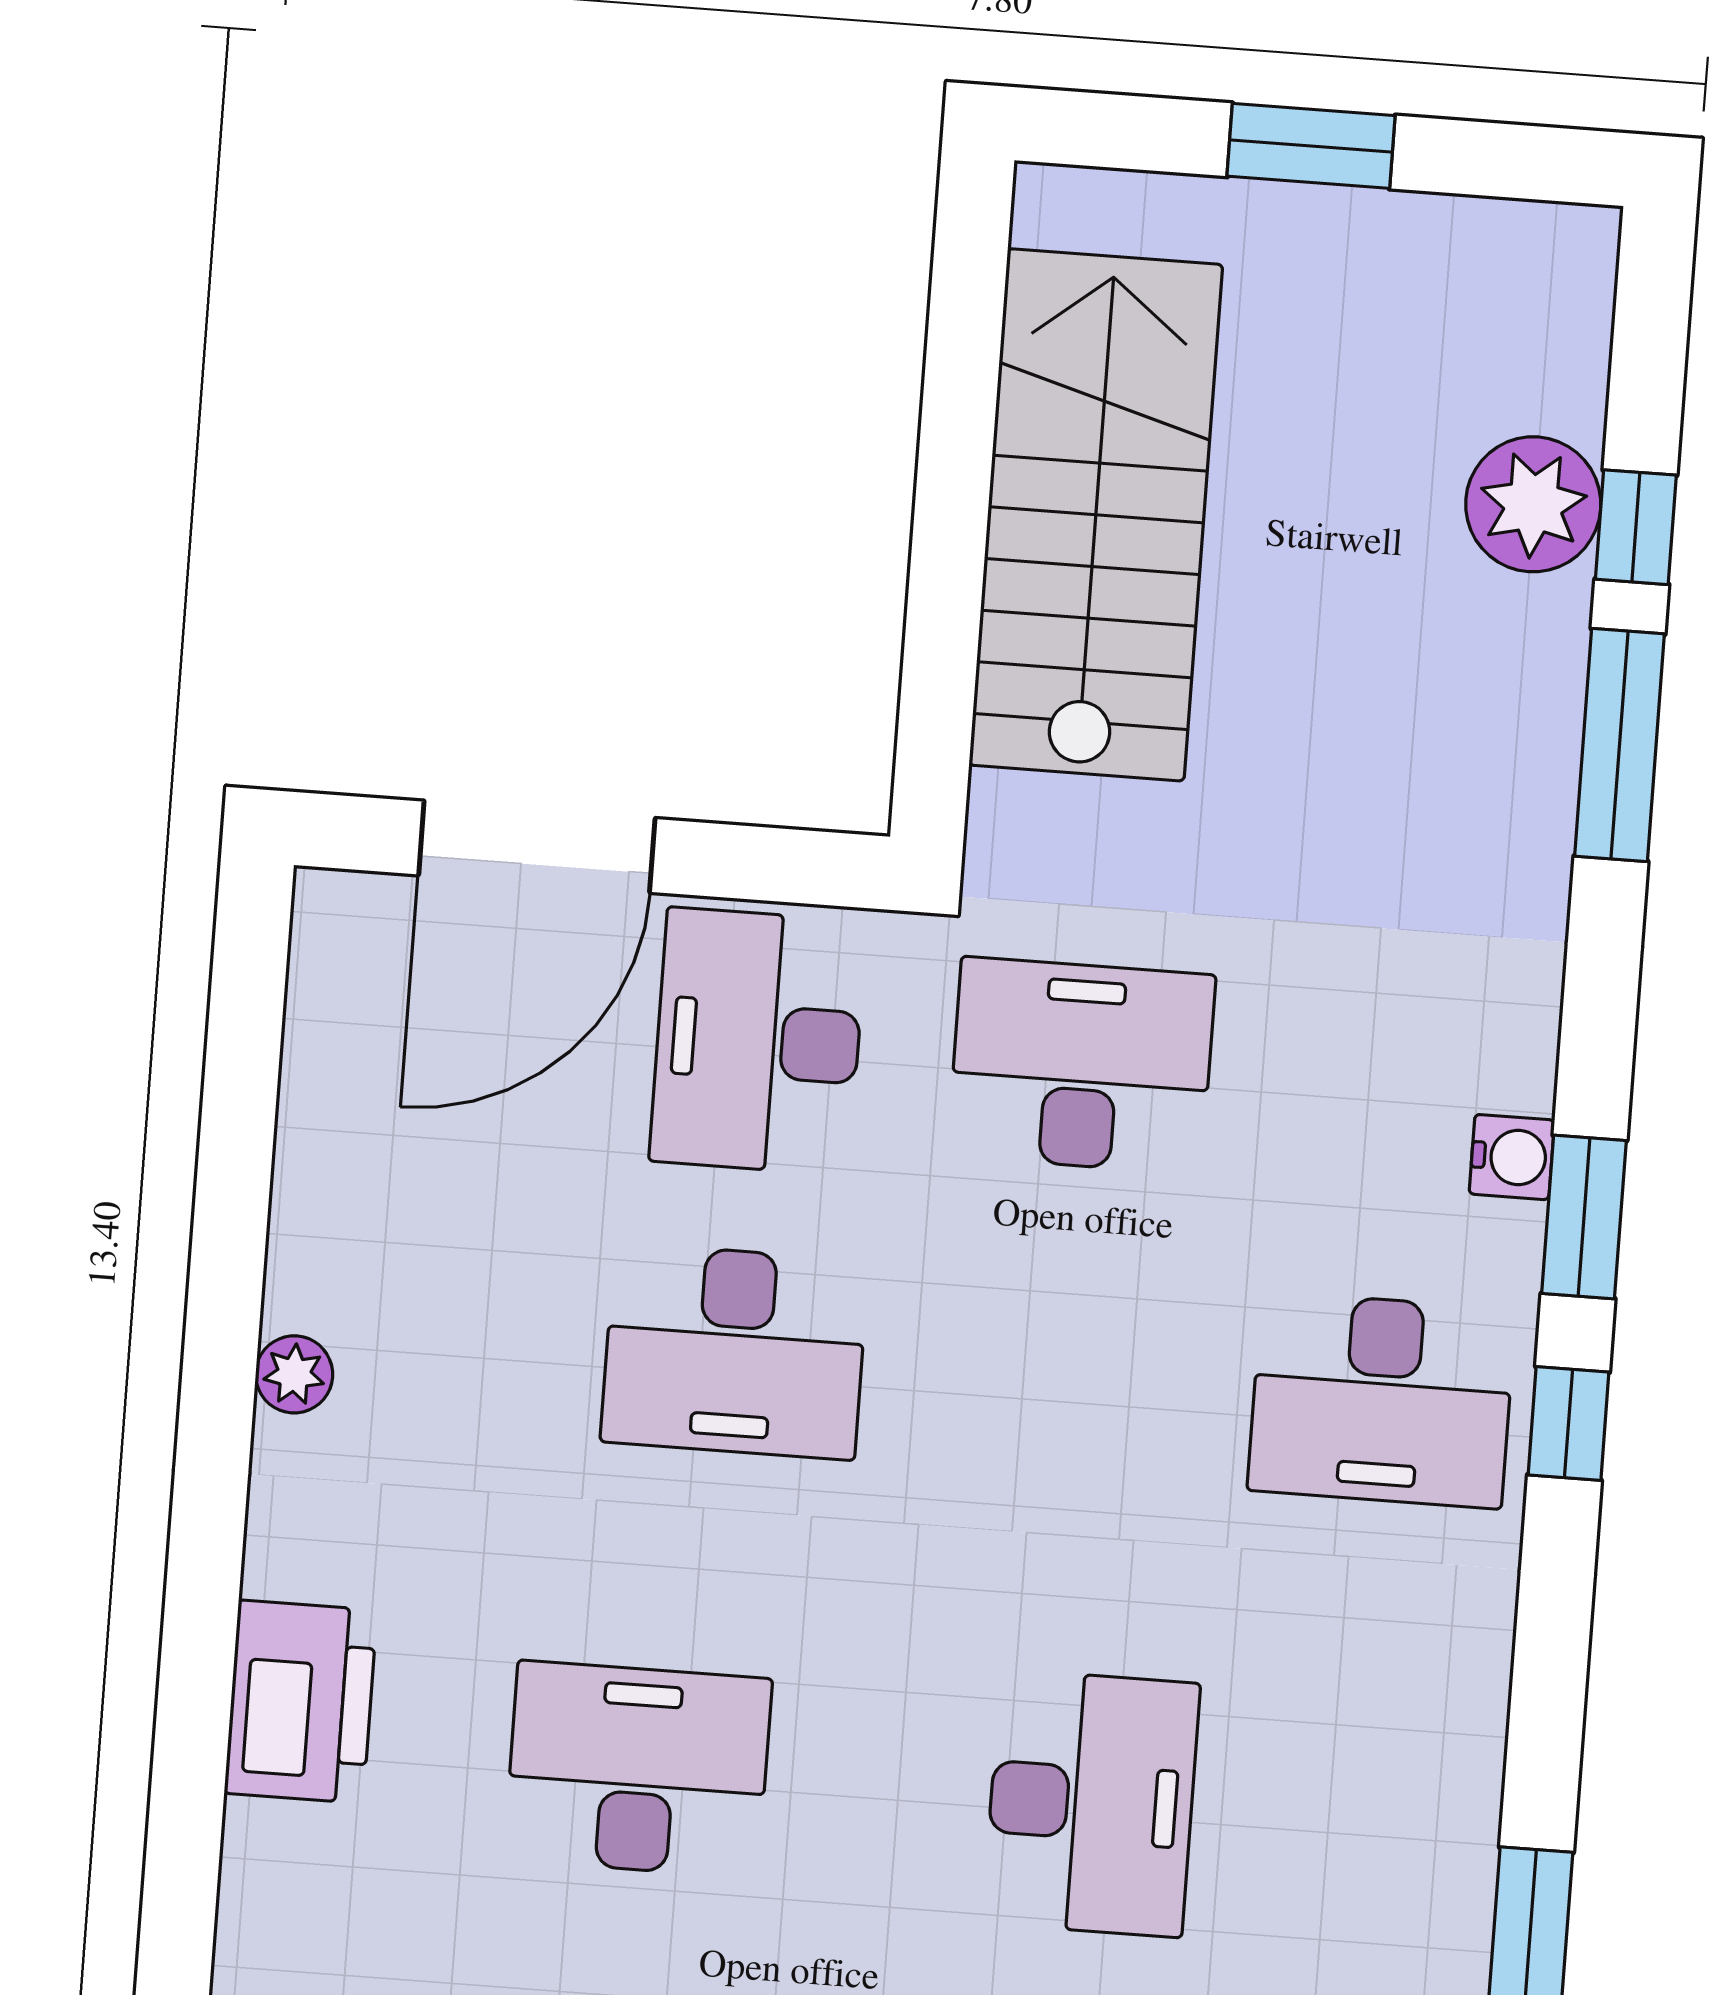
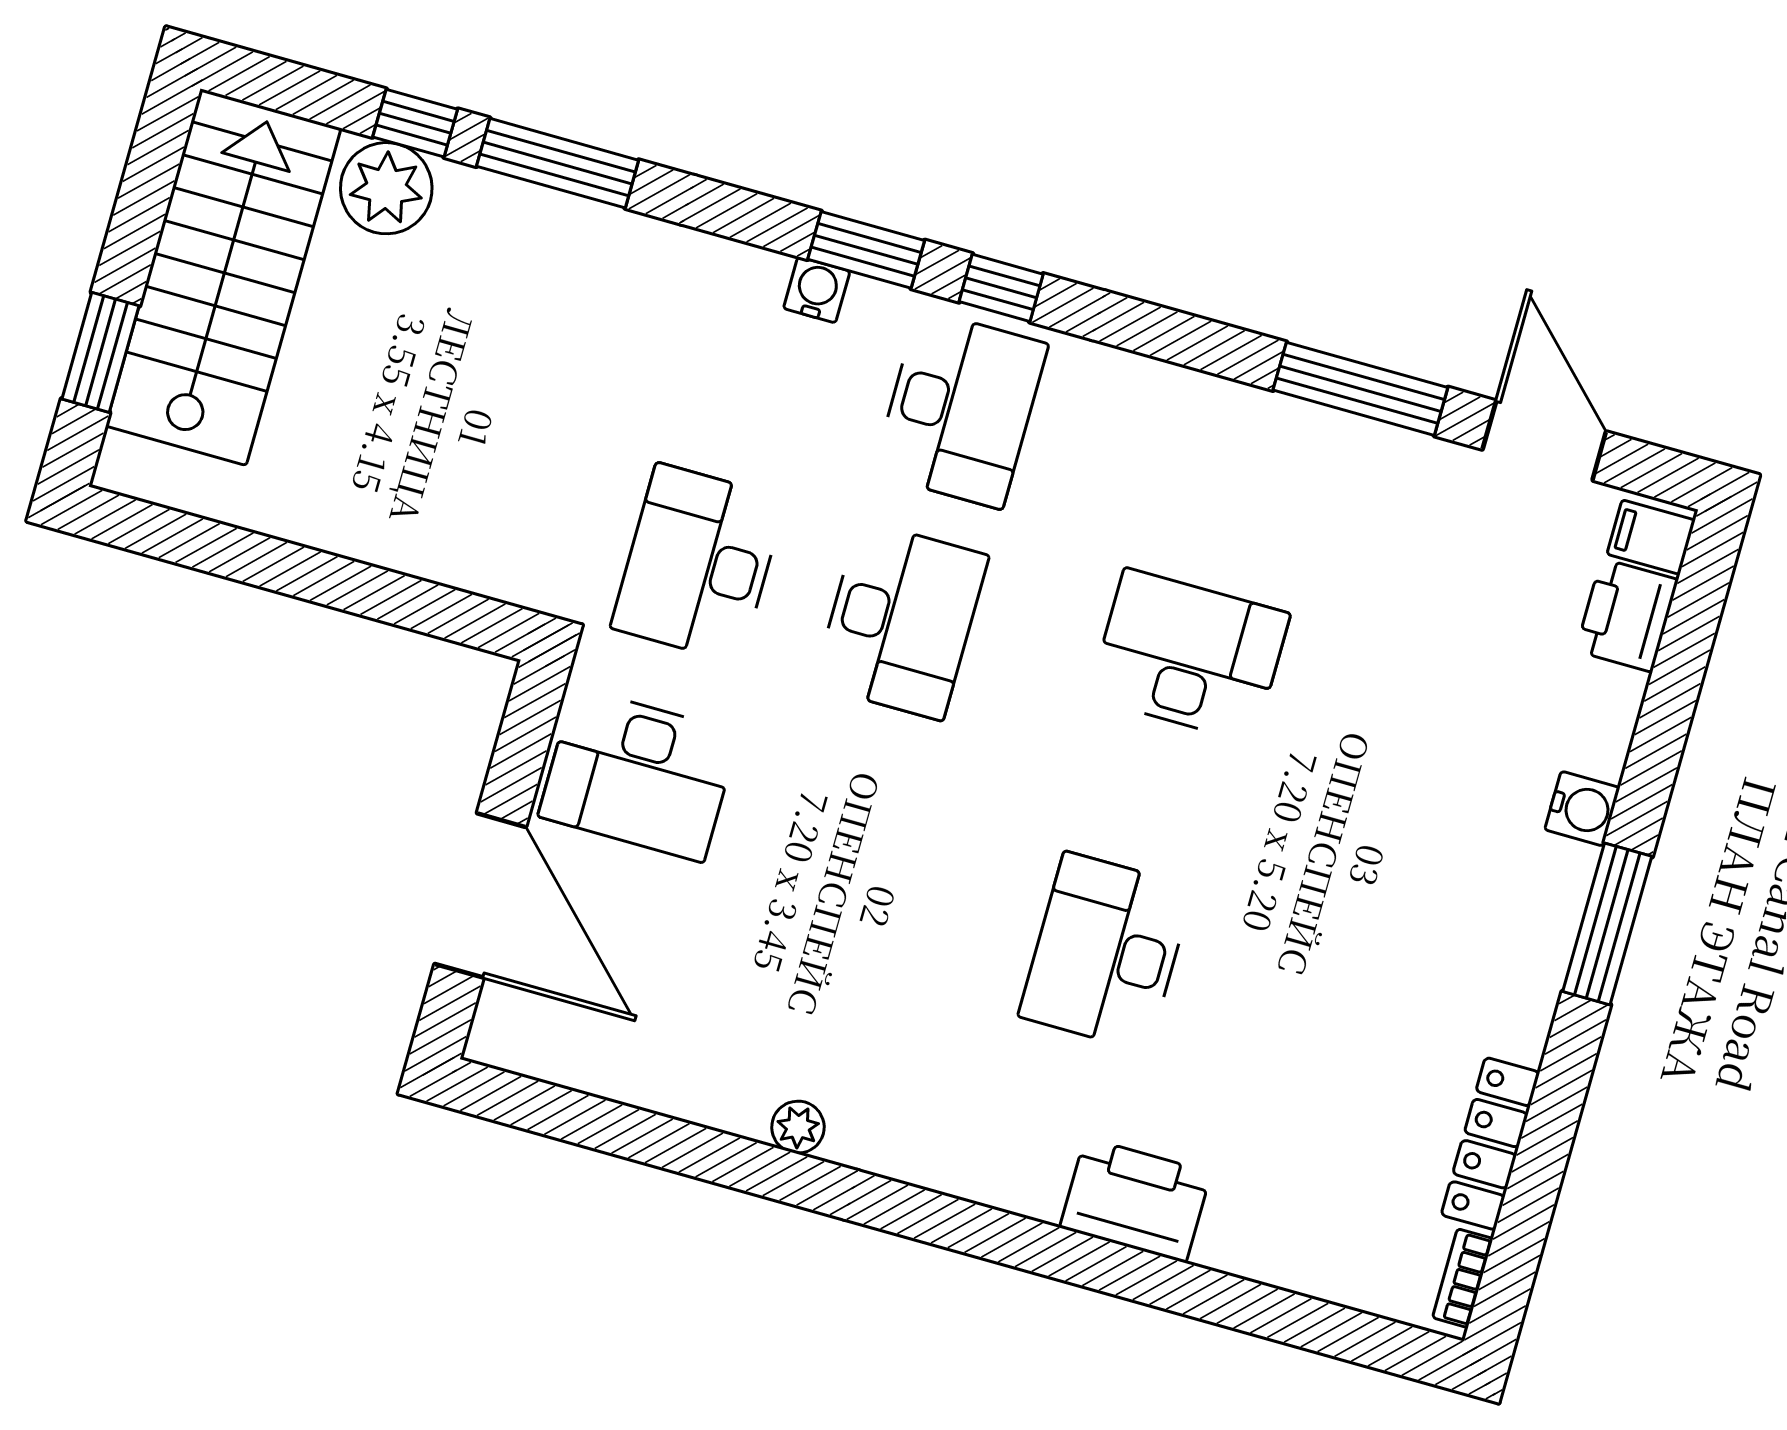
window: (1311, 146) -> (100, 352), moved
stairs: (1096, 515) -> (223, 277), moved, turned 90
desk: (735, 1351) -> (901, 620), moved
printer: (301, 1702) -> (1135, 1200), moved

